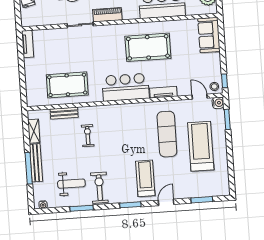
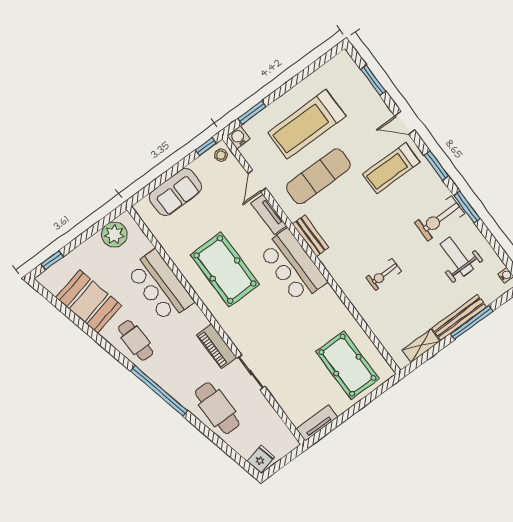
sofa: (209, 35) -> (175, 192), moved
pool table: (67, 85) -> (347, 365), moved
door: (200, 97) -> (257, 181), moved
bench: (64, 113) -> (310, 236), moved
window: (82, 208) -> (467, 207), moved

